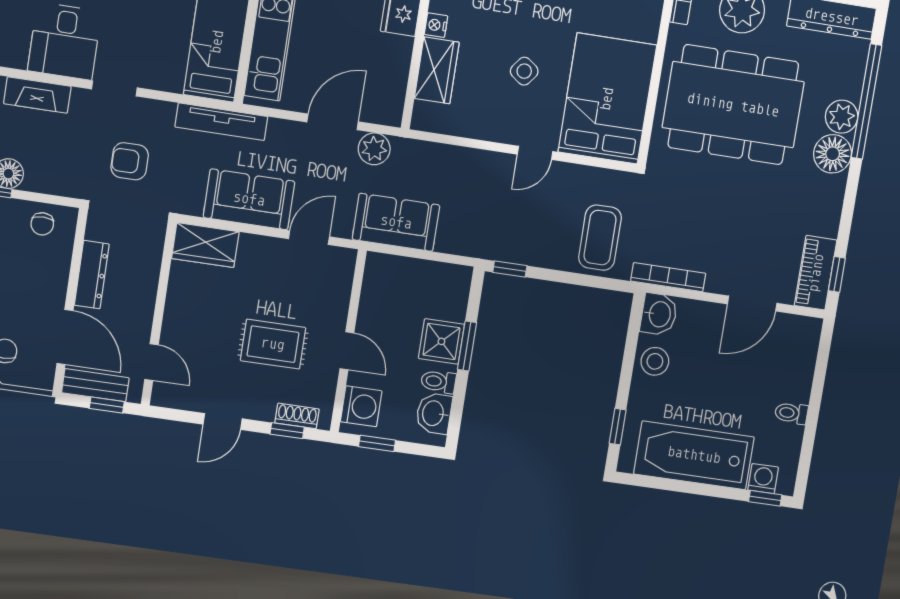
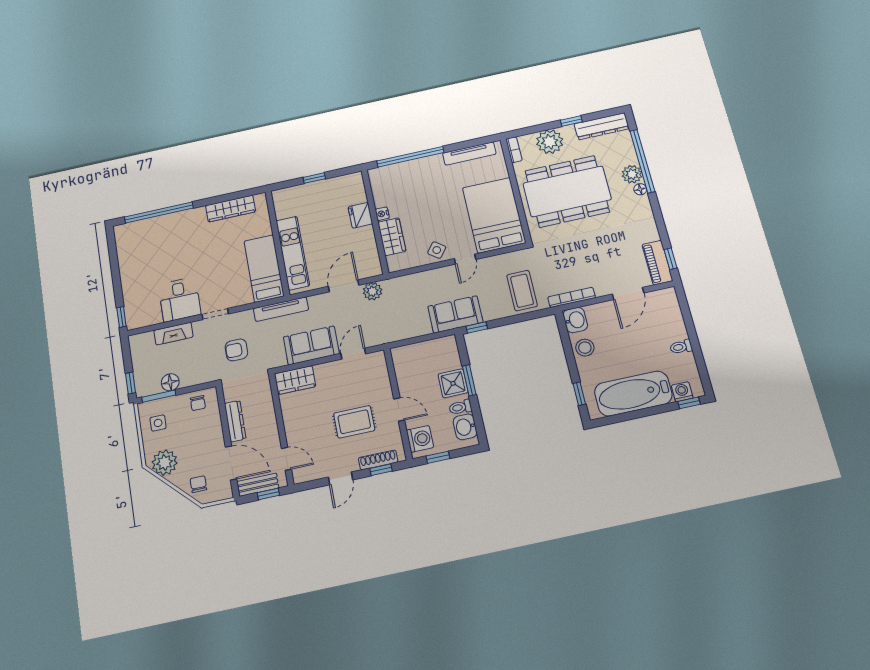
side table: (524, 71) -> (437, 250), moved
floor lamp: (833, 154) -> (640, 189), width x0.53, depth x0.53
sofa: (396, 222) -> (455, 314), moved
shoe rack: (297, 416) -> (378, 460), width x1.43

